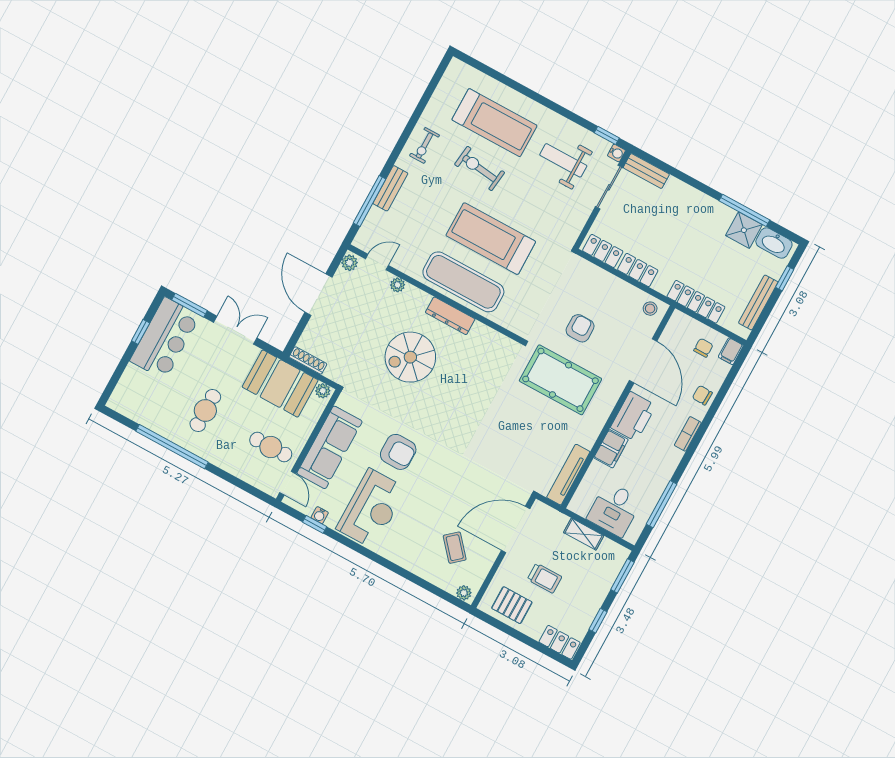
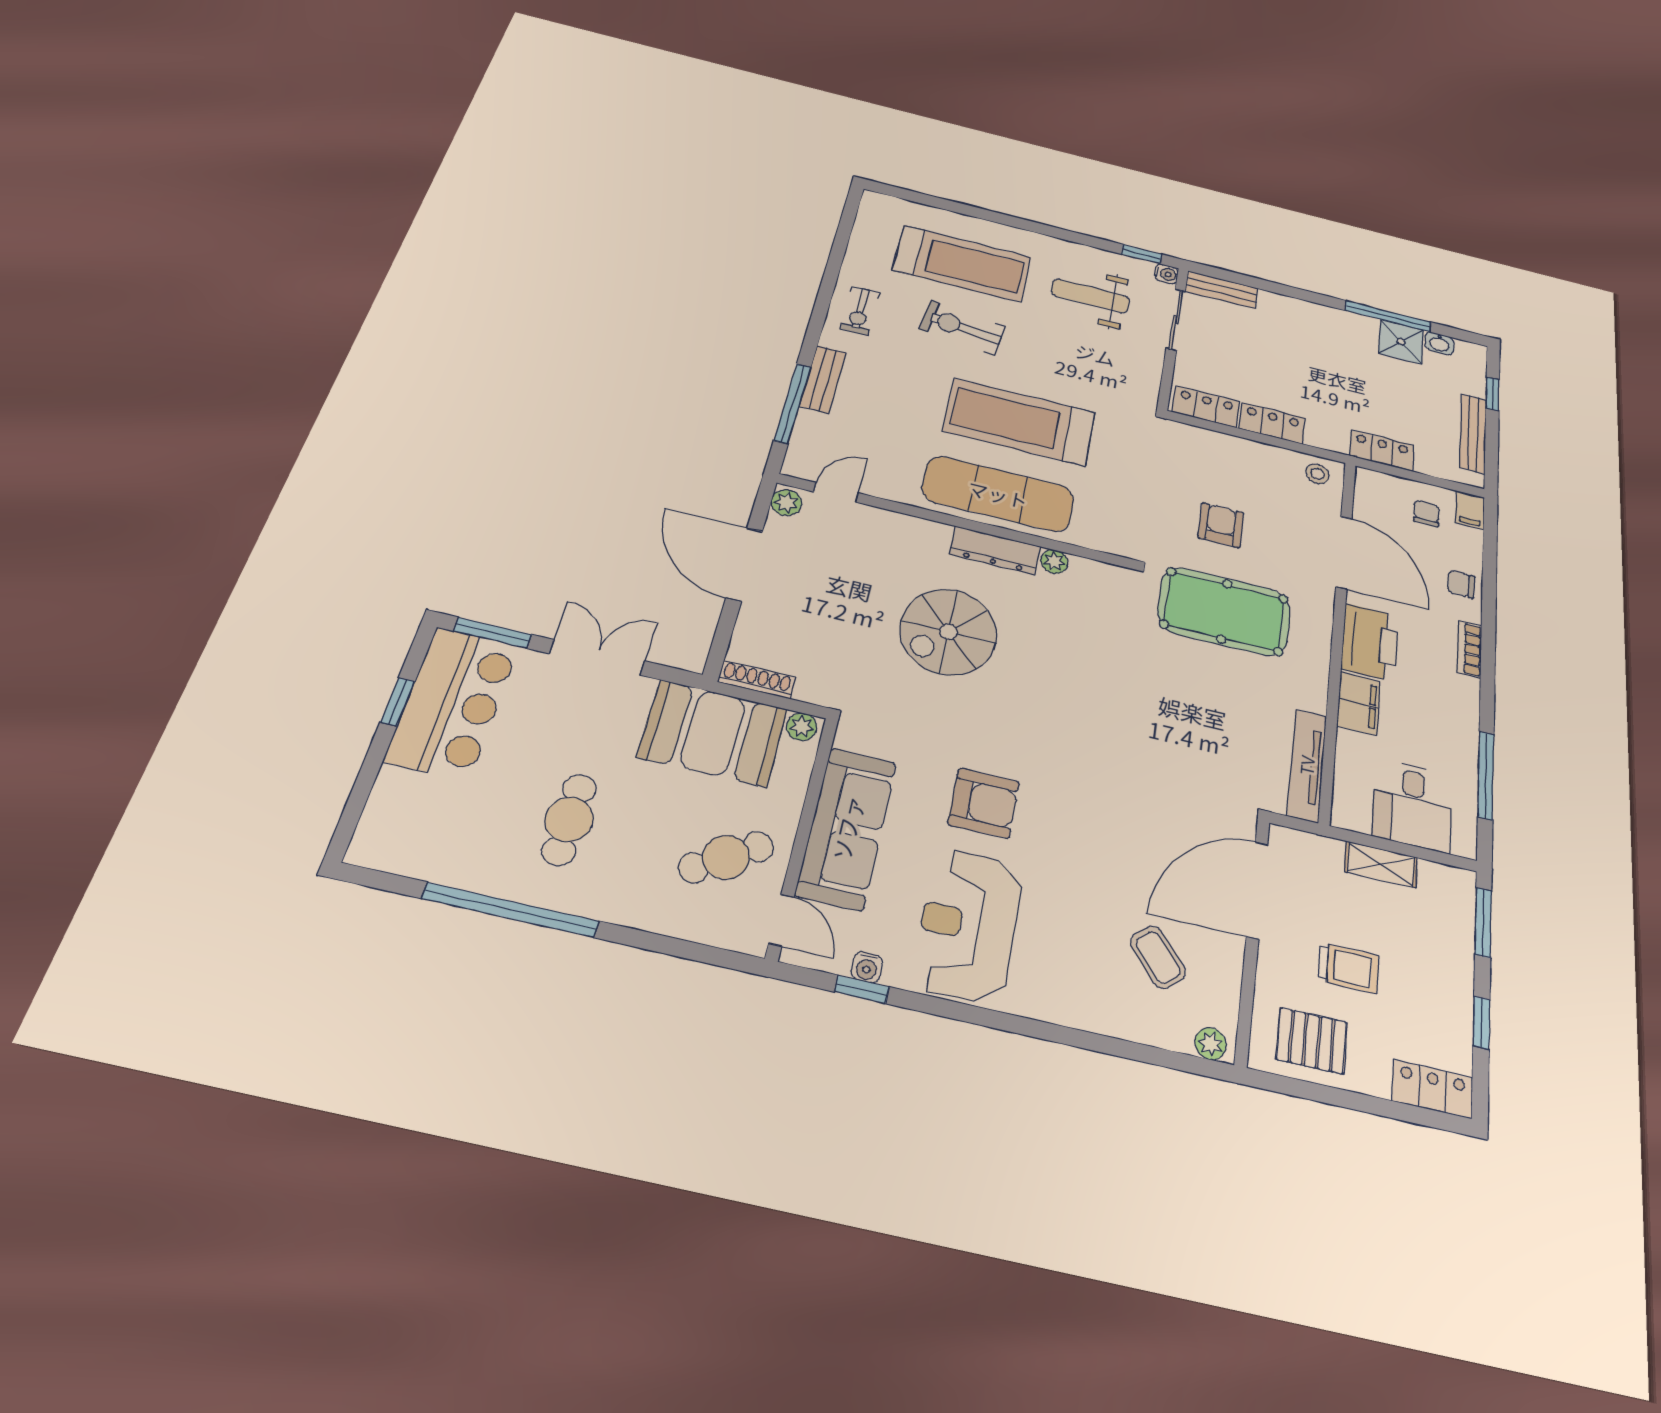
washbasin: (774, 243) -> (1439, 343), width x0.52, depth x0.69
plant: (398, 285) -> (1054, 562), moved
locker: (696, 302) -> (1382, 450), width x0.66
cafe table: (271, 447) -> (726, 857), turned -33
reception desk: (371, 509) -> (968, 925), turned 180

